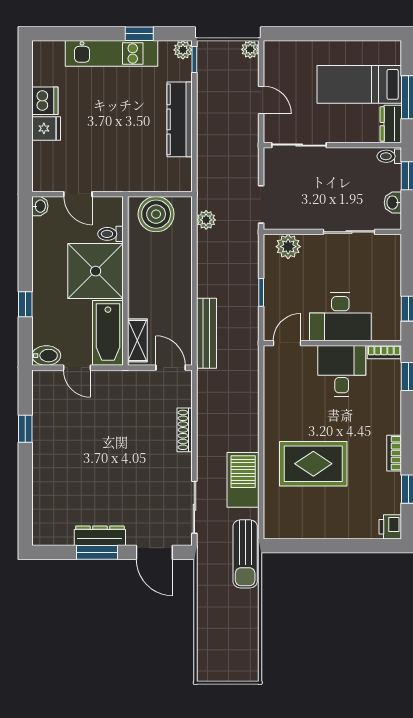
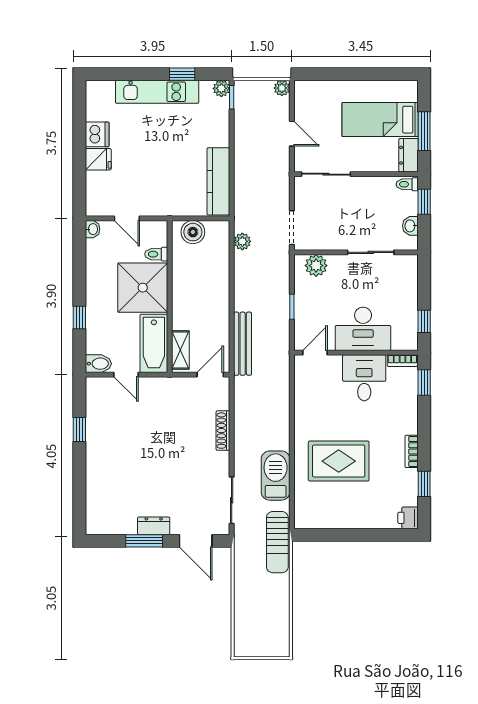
kitchen counter: (180, 119) -> (218, 181), moved
boiler: (156, 214) -> (193, 232), width x0.73, depth x0.73
door: (171, 368) -> (210, 375), hinge flipped
dresser: (100, 536) -> (154, 526), width x0.70

